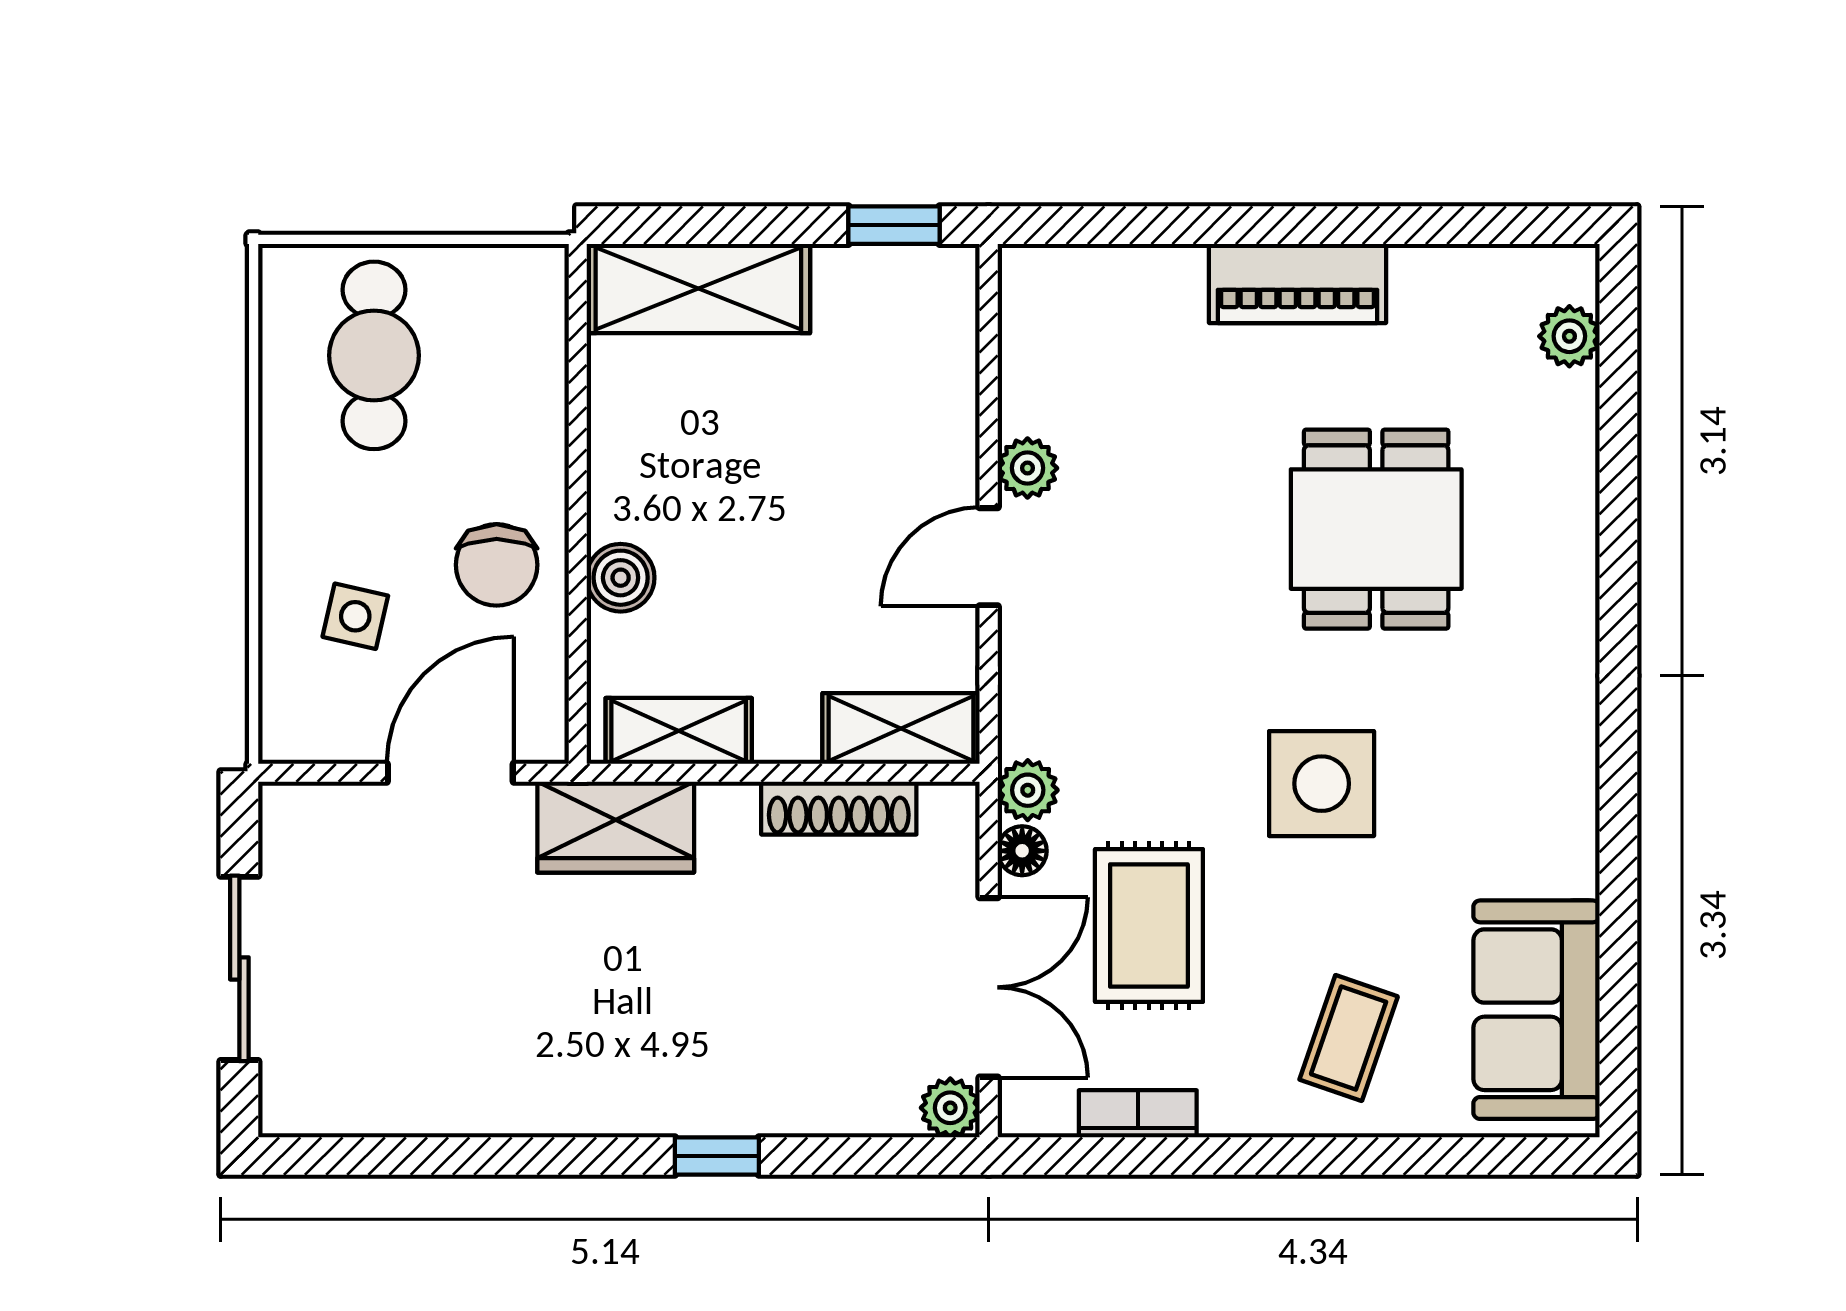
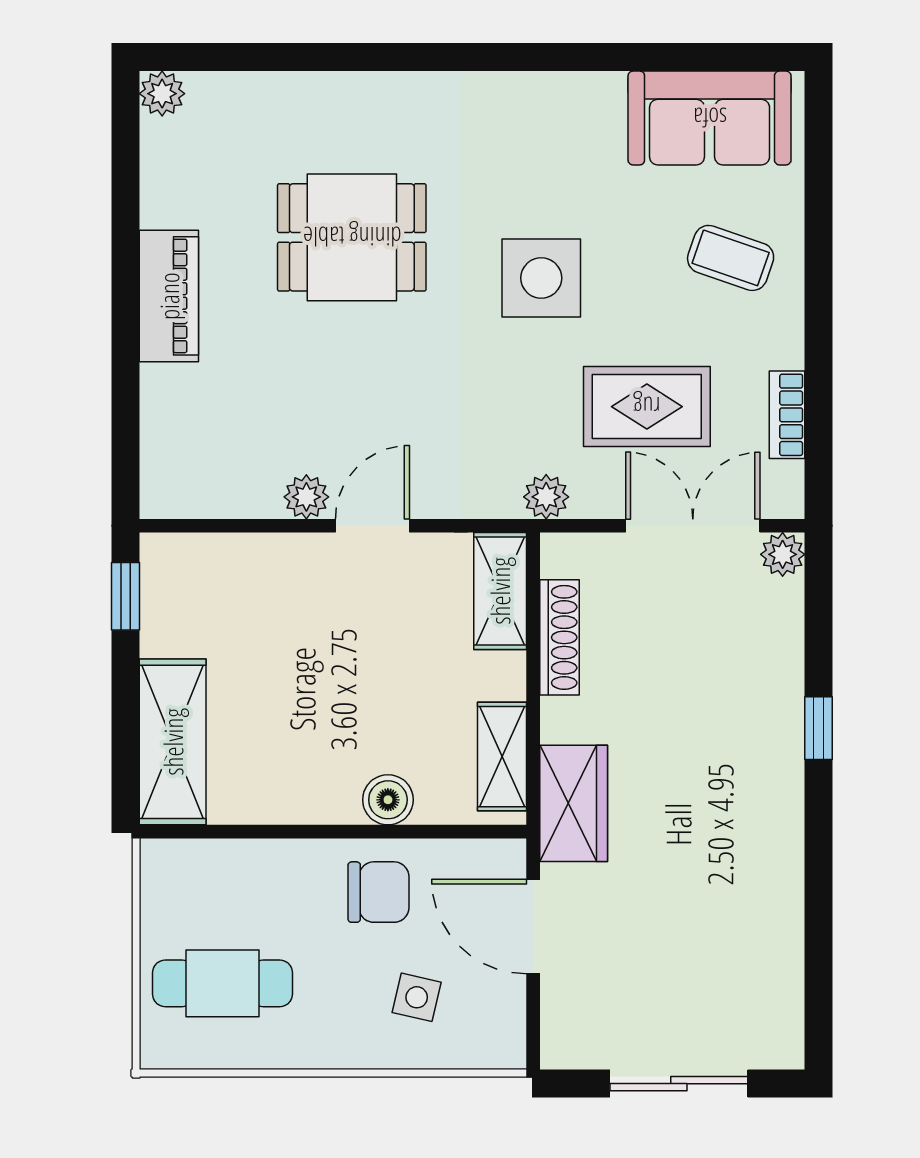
plant: (1569, 336) -> (162, 94), moved
door: (989, 557) -> (372, 526), swing flipped
floor lamp: (1022, 851) -> (591, 501), removed

